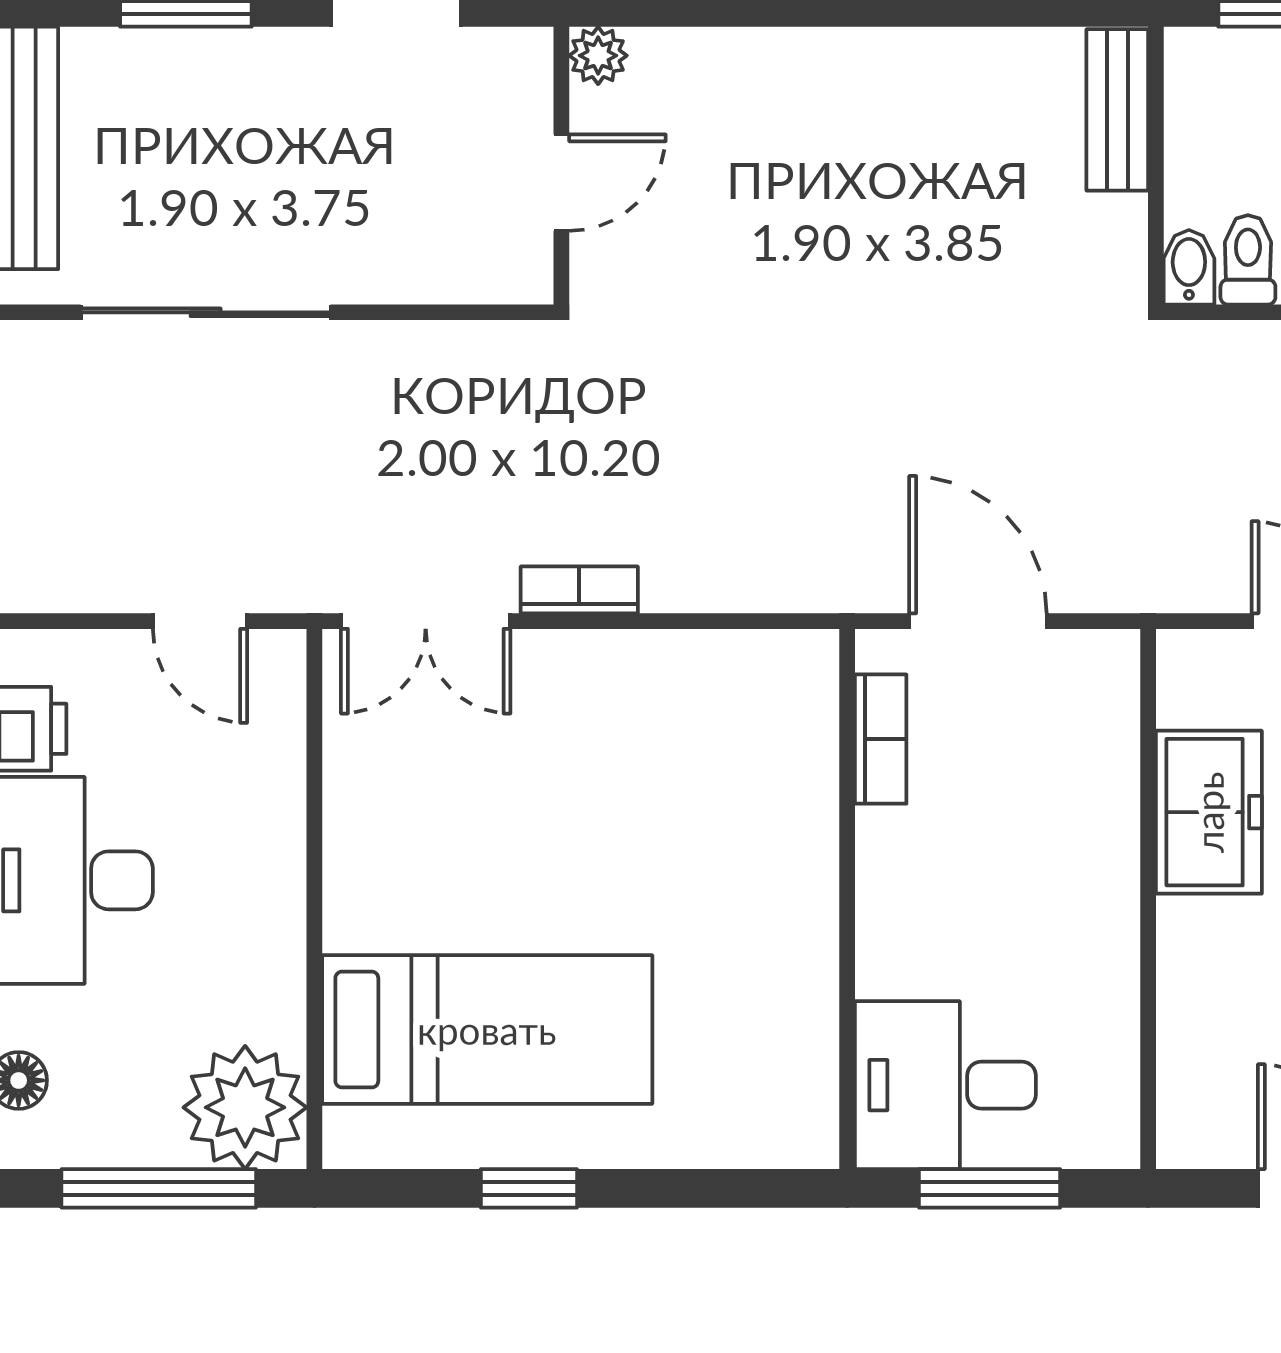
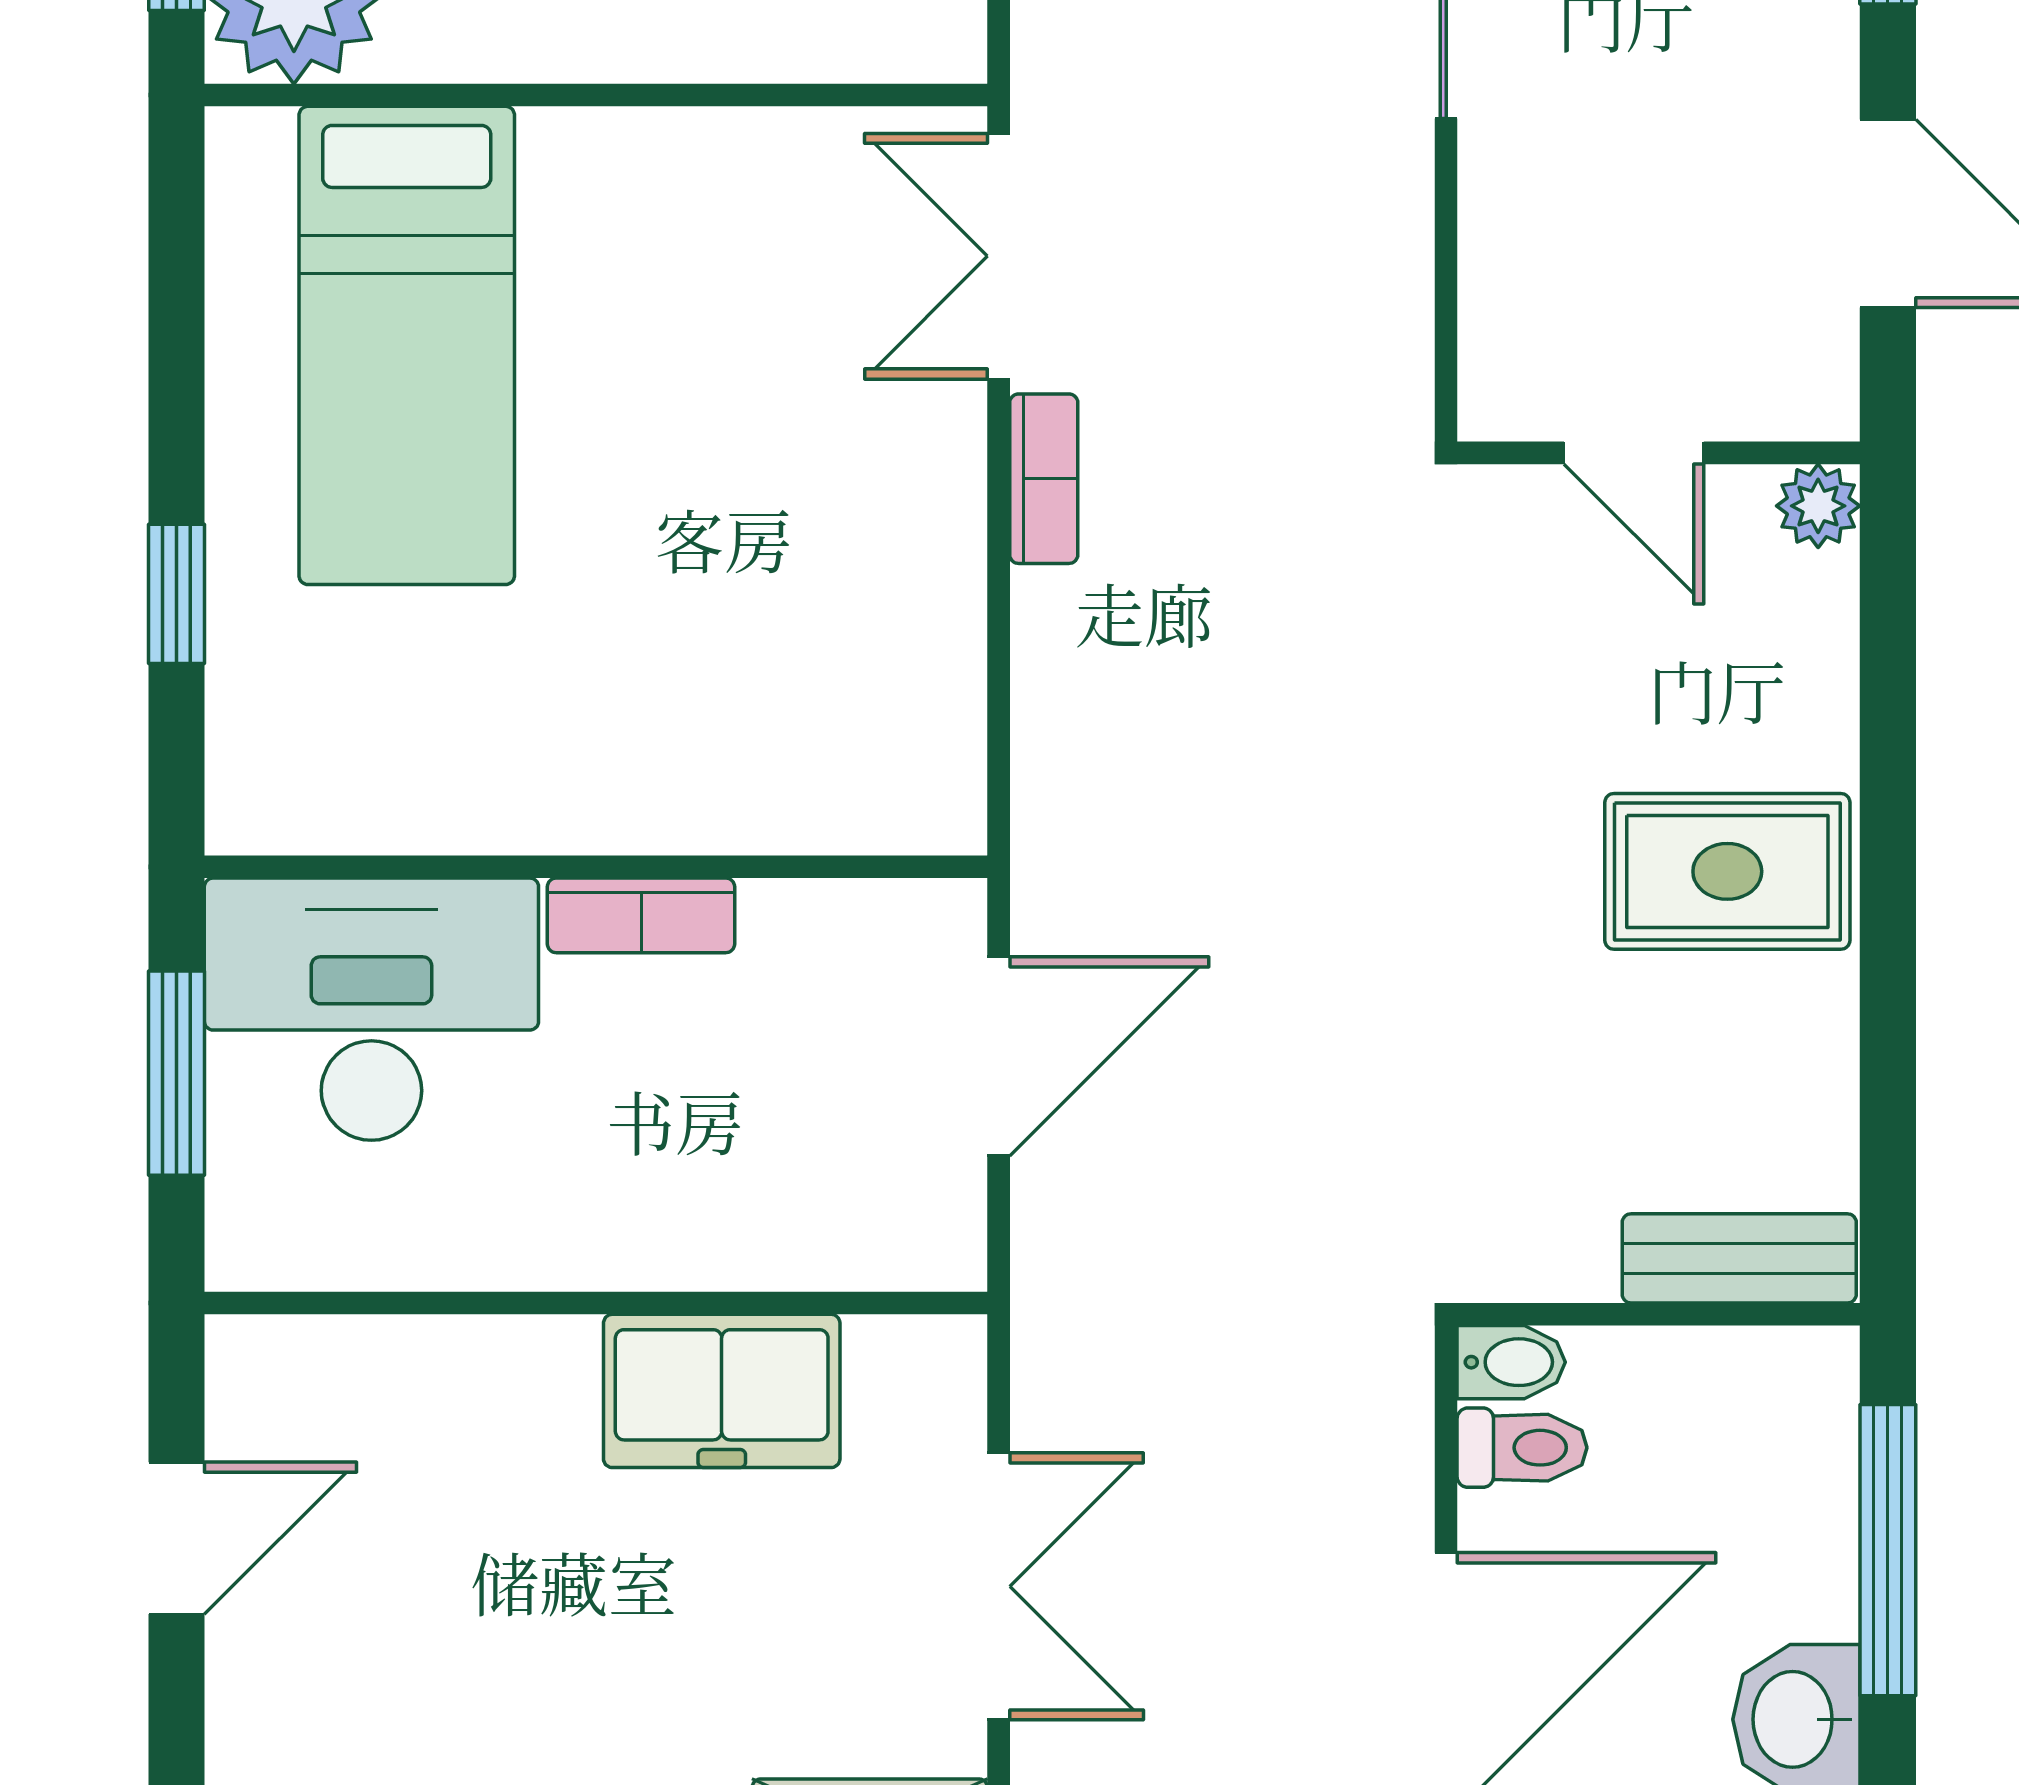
rug: (850, 118) -> (1727, 871), added
bookcase: (881, 739) -> (641, 915), moved
desk: (945, 1085) -> (371, 1009), width x1.37
window: (529, 1188) -> (177, 594), moved

